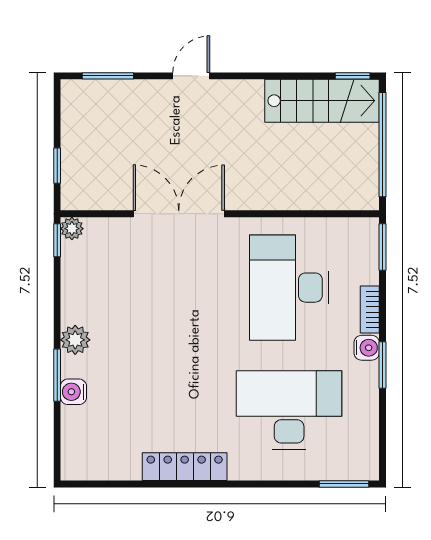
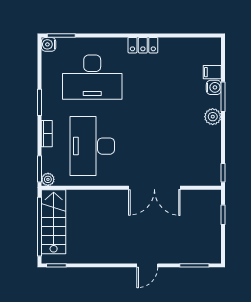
stairs: (322, 101) -> (54, 222), moved, turned 90
plant: (72, 229) -> (48, 179), moved
desk: (289, 288) -> (92, 146), turned 180
water cooler: (367, 348) -> (49, 44), moved
filing cabinet: (76, 419) -> (212, 72), added
locker: (185, 467) -> (143, 45), width x0.66

